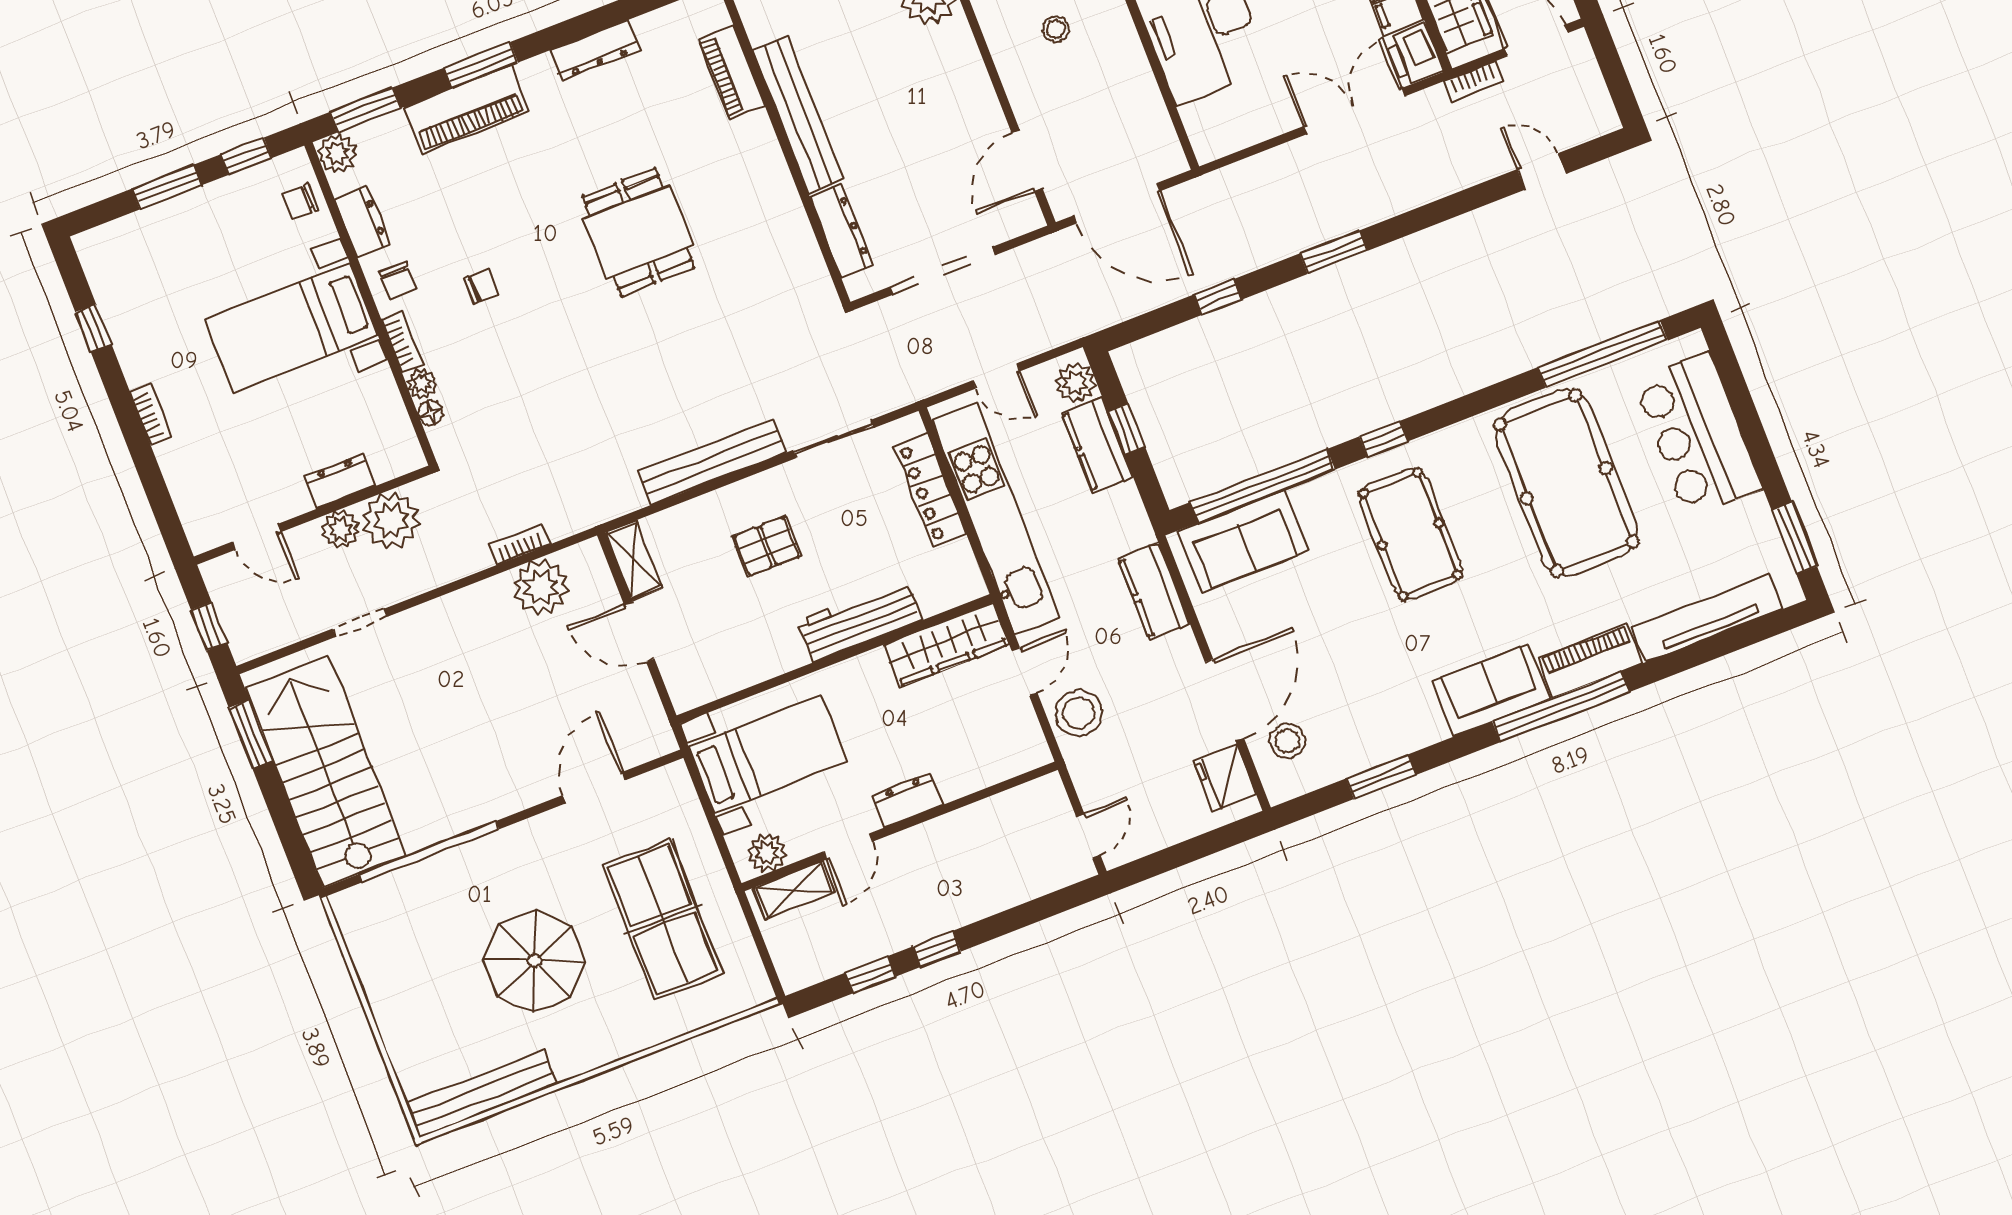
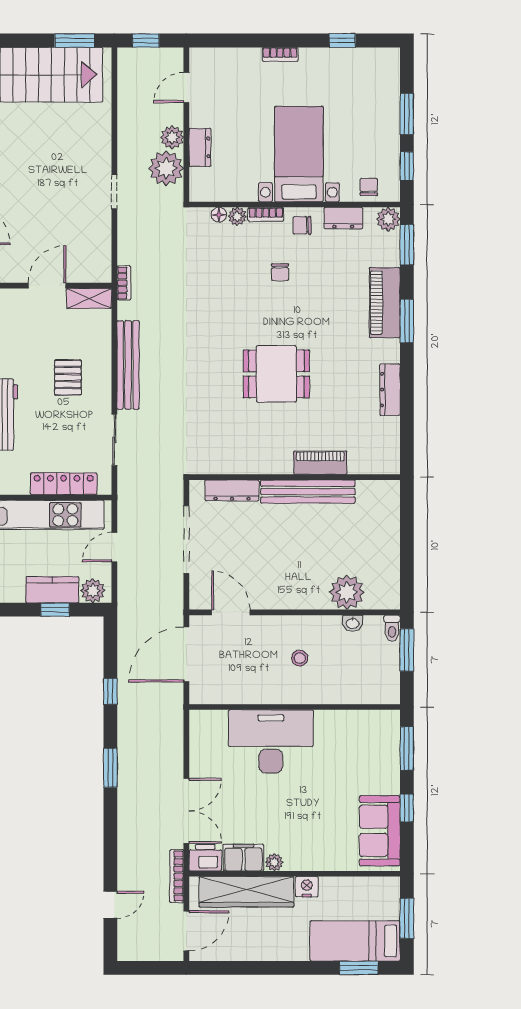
piano: (732, 73) -> (320, 463), moved
bookcase: (1474, 82) -> (177, 876), width x1.56
bookcase: (519, 544) -> (124, 283), moved
plant: (541, 587) -> (95, 239), removed
doorway: (360, 623) -> (114, 192), moved

